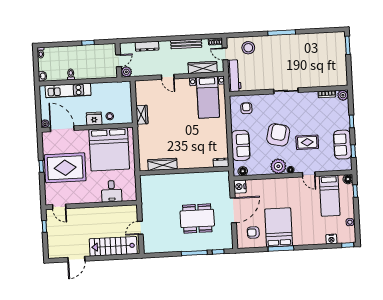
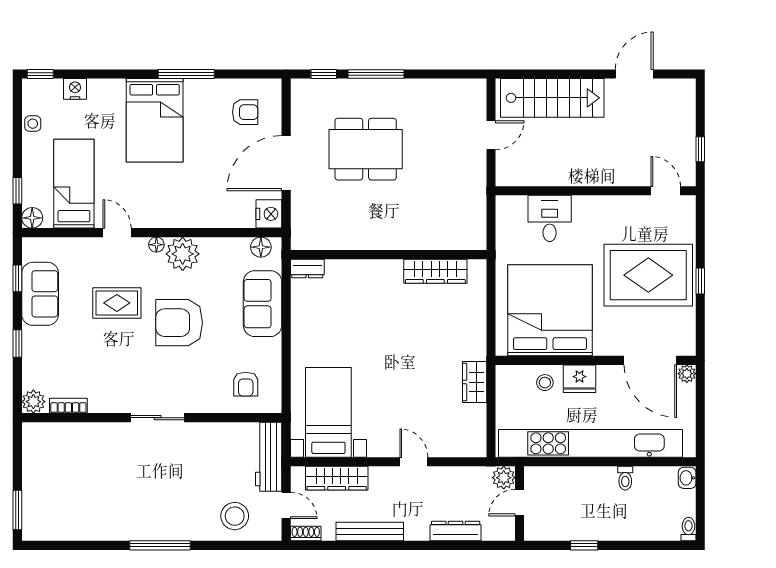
kitchen unit: (68, 90) -> (591, 443), width x1.86
armchair: (278, 135) -> (179, 323), turned 77
bed: (279, 227) -> (155, 120), moved

